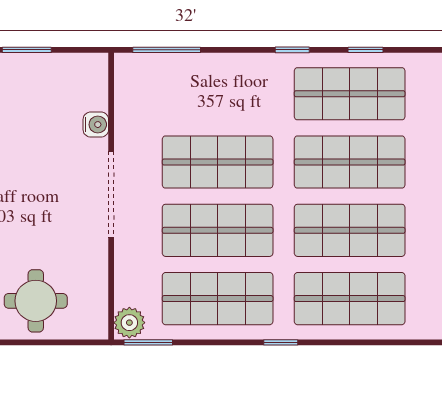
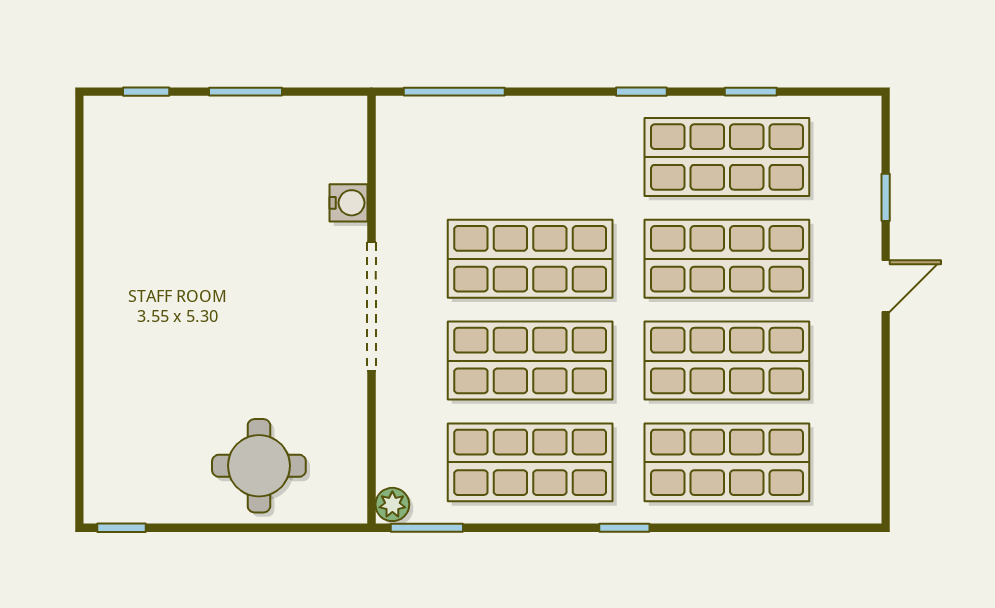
plant: (129, 323) -> (392, 504), width x0.73, depth x0.73

